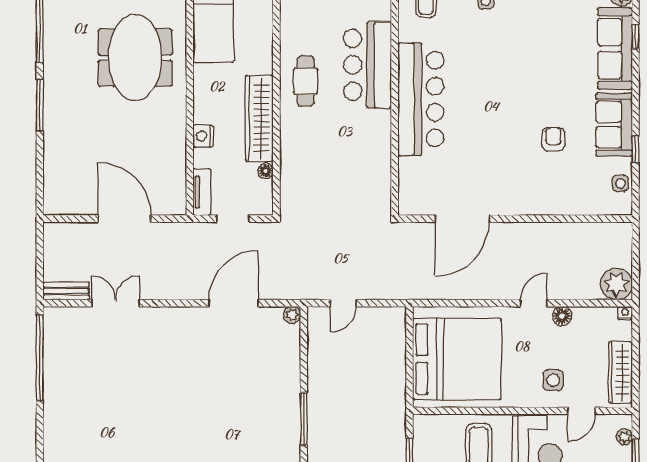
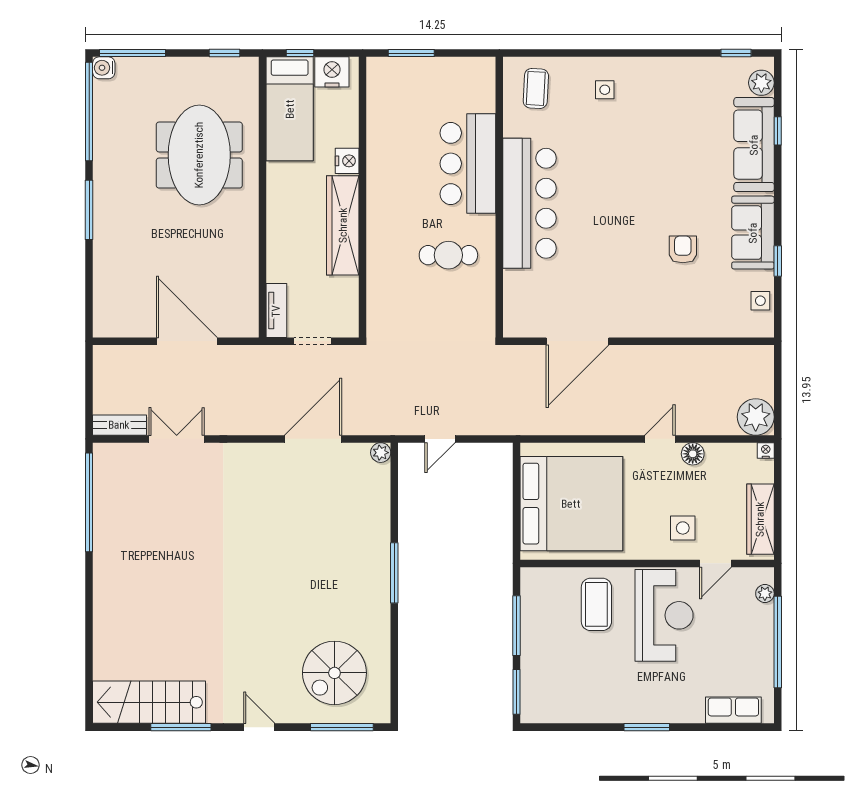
cafe table: (306, 81) -> (448, 255), moved, turned 90
nightstand: (203, 136) -> (347, 161), moved, turned 180
floor lamp: (266, 171) -> (350, 286), removed

